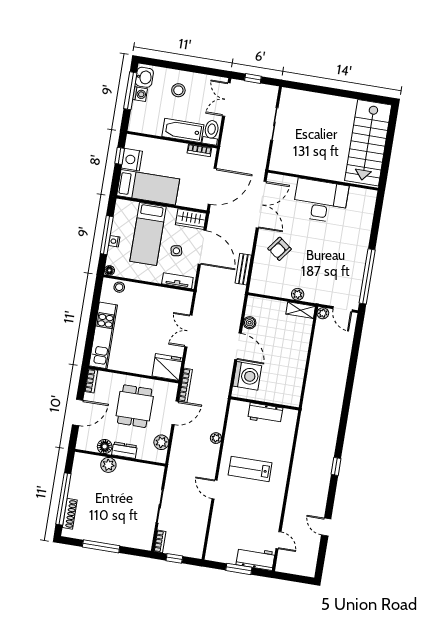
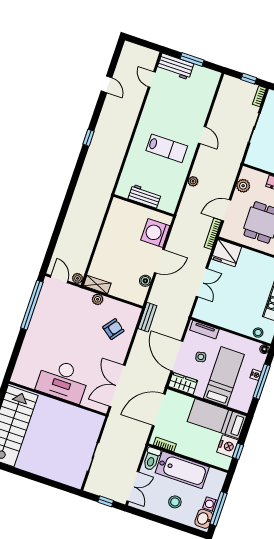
bathtub: (183, 131) -> (182, 470), width x1.36, depth x1.36
armchair: (279, 249) -> (113, 329), moved
bench: (243, 269) -> (147, 317), moved
door: (238, 346) -> (159, 261), swing flipped

